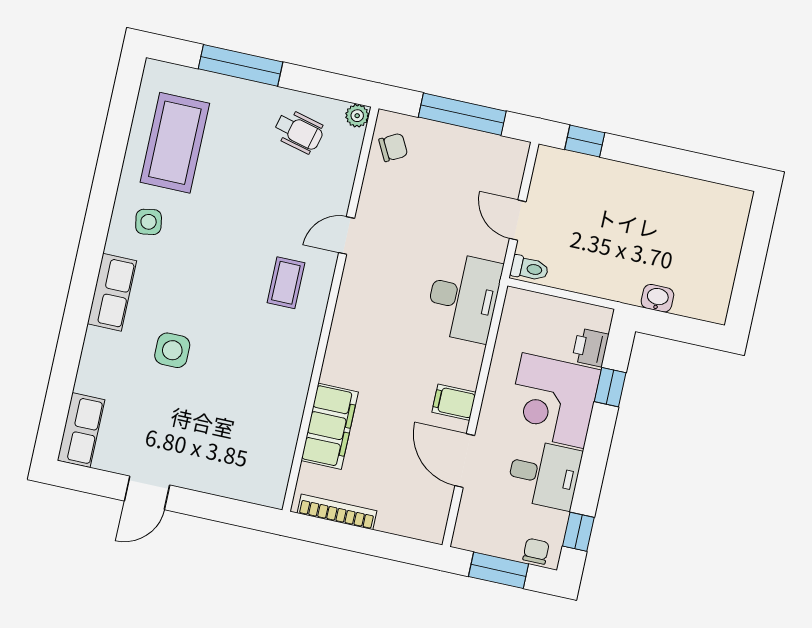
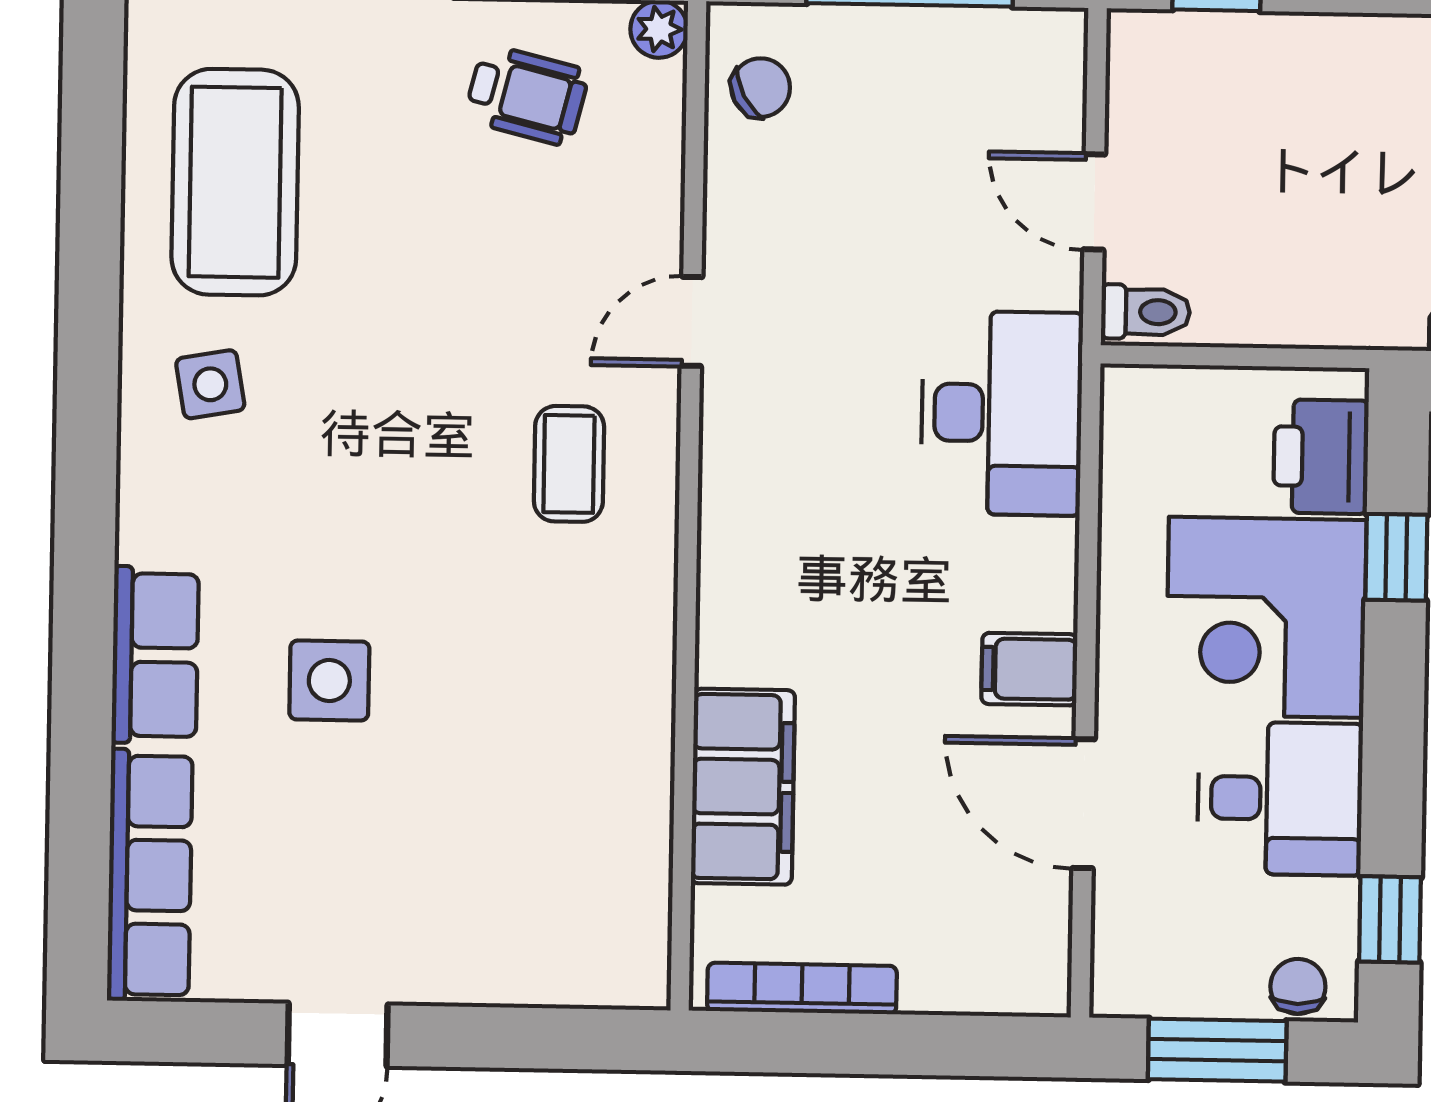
row of seats: (112, 292) -> (155, 655), moved
printer: (590, 347) -> (1321, 457), width x1.36, depth x1.24
row of seats: (81, 430) -> (150, 875), width x1.48

